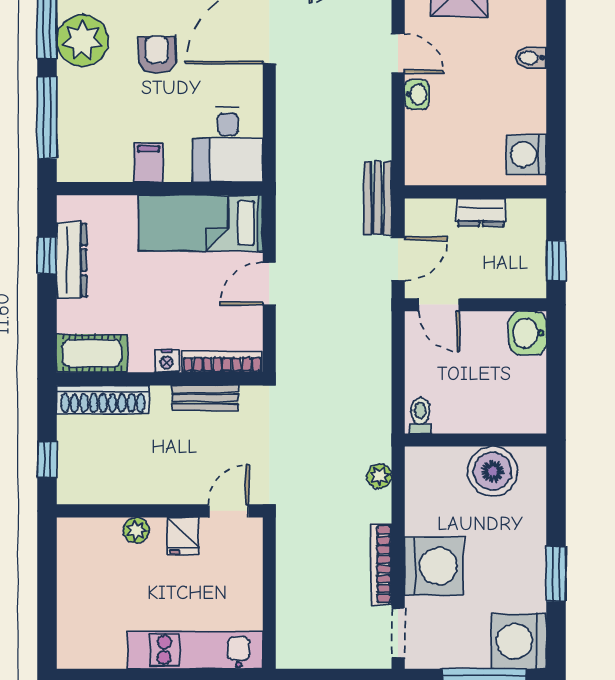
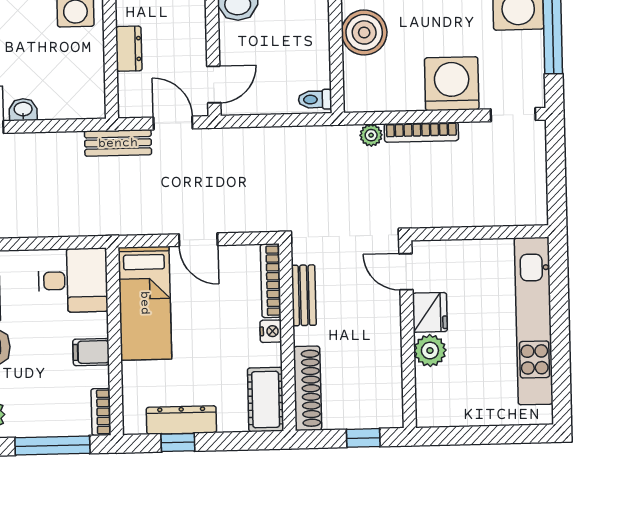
bookcase: (83, 172) -> (101, 412), added
plant: (136, 530) -> (430, 351), width x1.38, depth x1.38
fridge: (183, 536) -> (430, 312), width x1.38
bookcase: (381, 564) -> (421, 132), moved
kitchen unit: (195, 650) -> (534, 321), width x1.36

